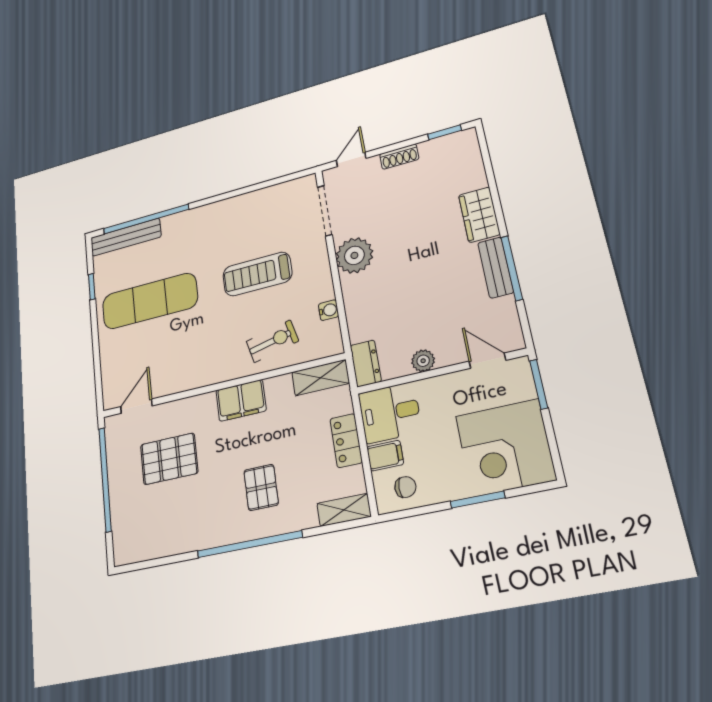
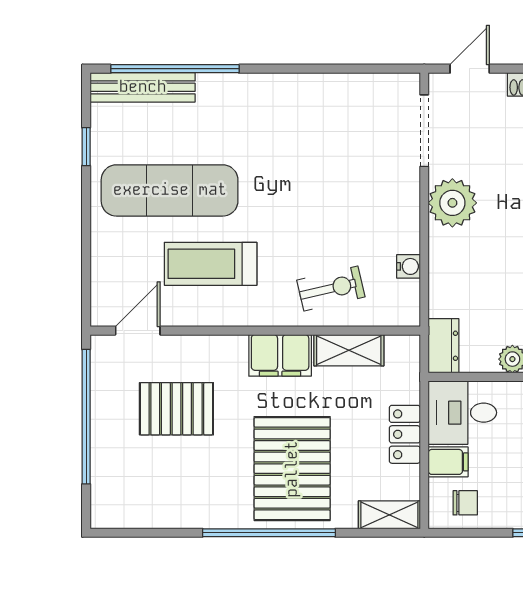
treadmill: (257, 274) -> (211, 264), moved
shelving: (321, 378) -> (349, 350), moved
pallet: (261, 487) -> (292, 469), width x2.05, depth x2.00

